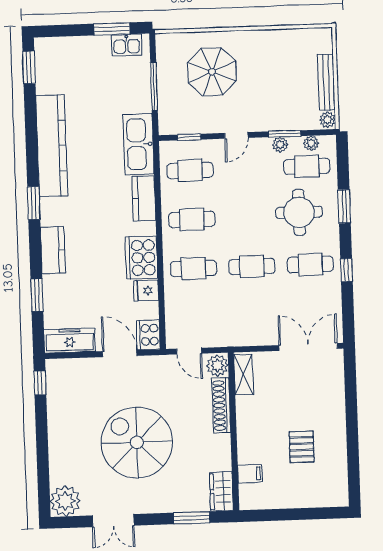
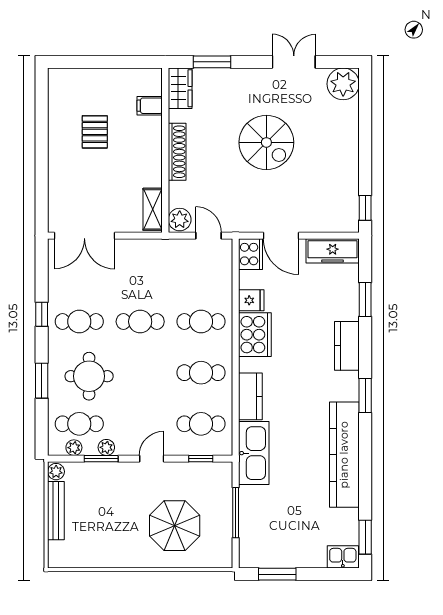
kitchen sink: (127, 45) -> (343, 557), moved
shoe rack: (221, 405) -> (177, 152), moved
spiral stairs: (137, 442) -> (266, 142), width x0.73, depth x0.73

